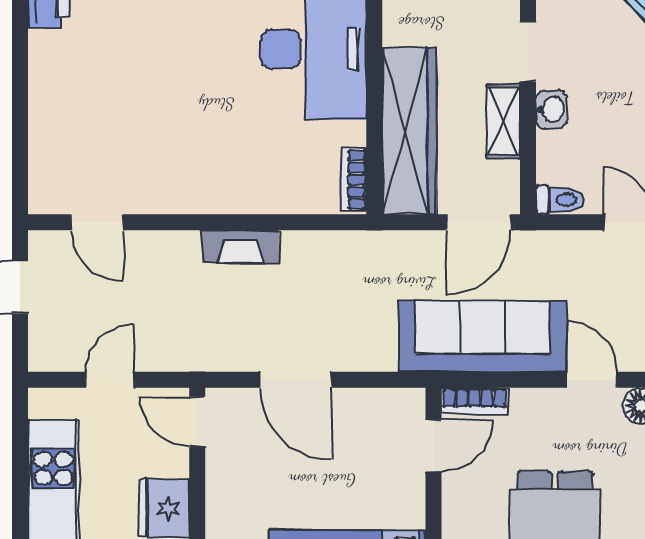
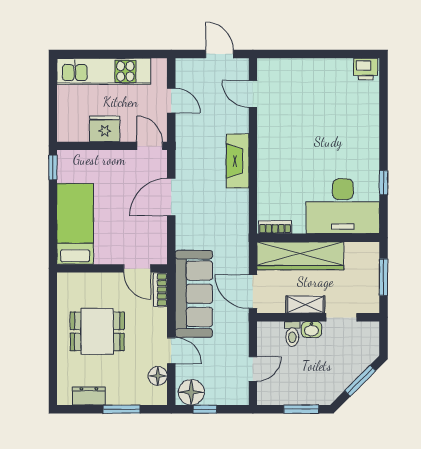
toilet: (560, 200) -> (292, 334), moved
door: (97, 222) -> (253, 94), hinge flipped
fireplace: (241, 247) -> (238, 161), width x1.37, depth x1.32
door: (592, 380) -> (171, 351), hinge flipped
door: (197, 421) -> (150, 146), hinge flipped

